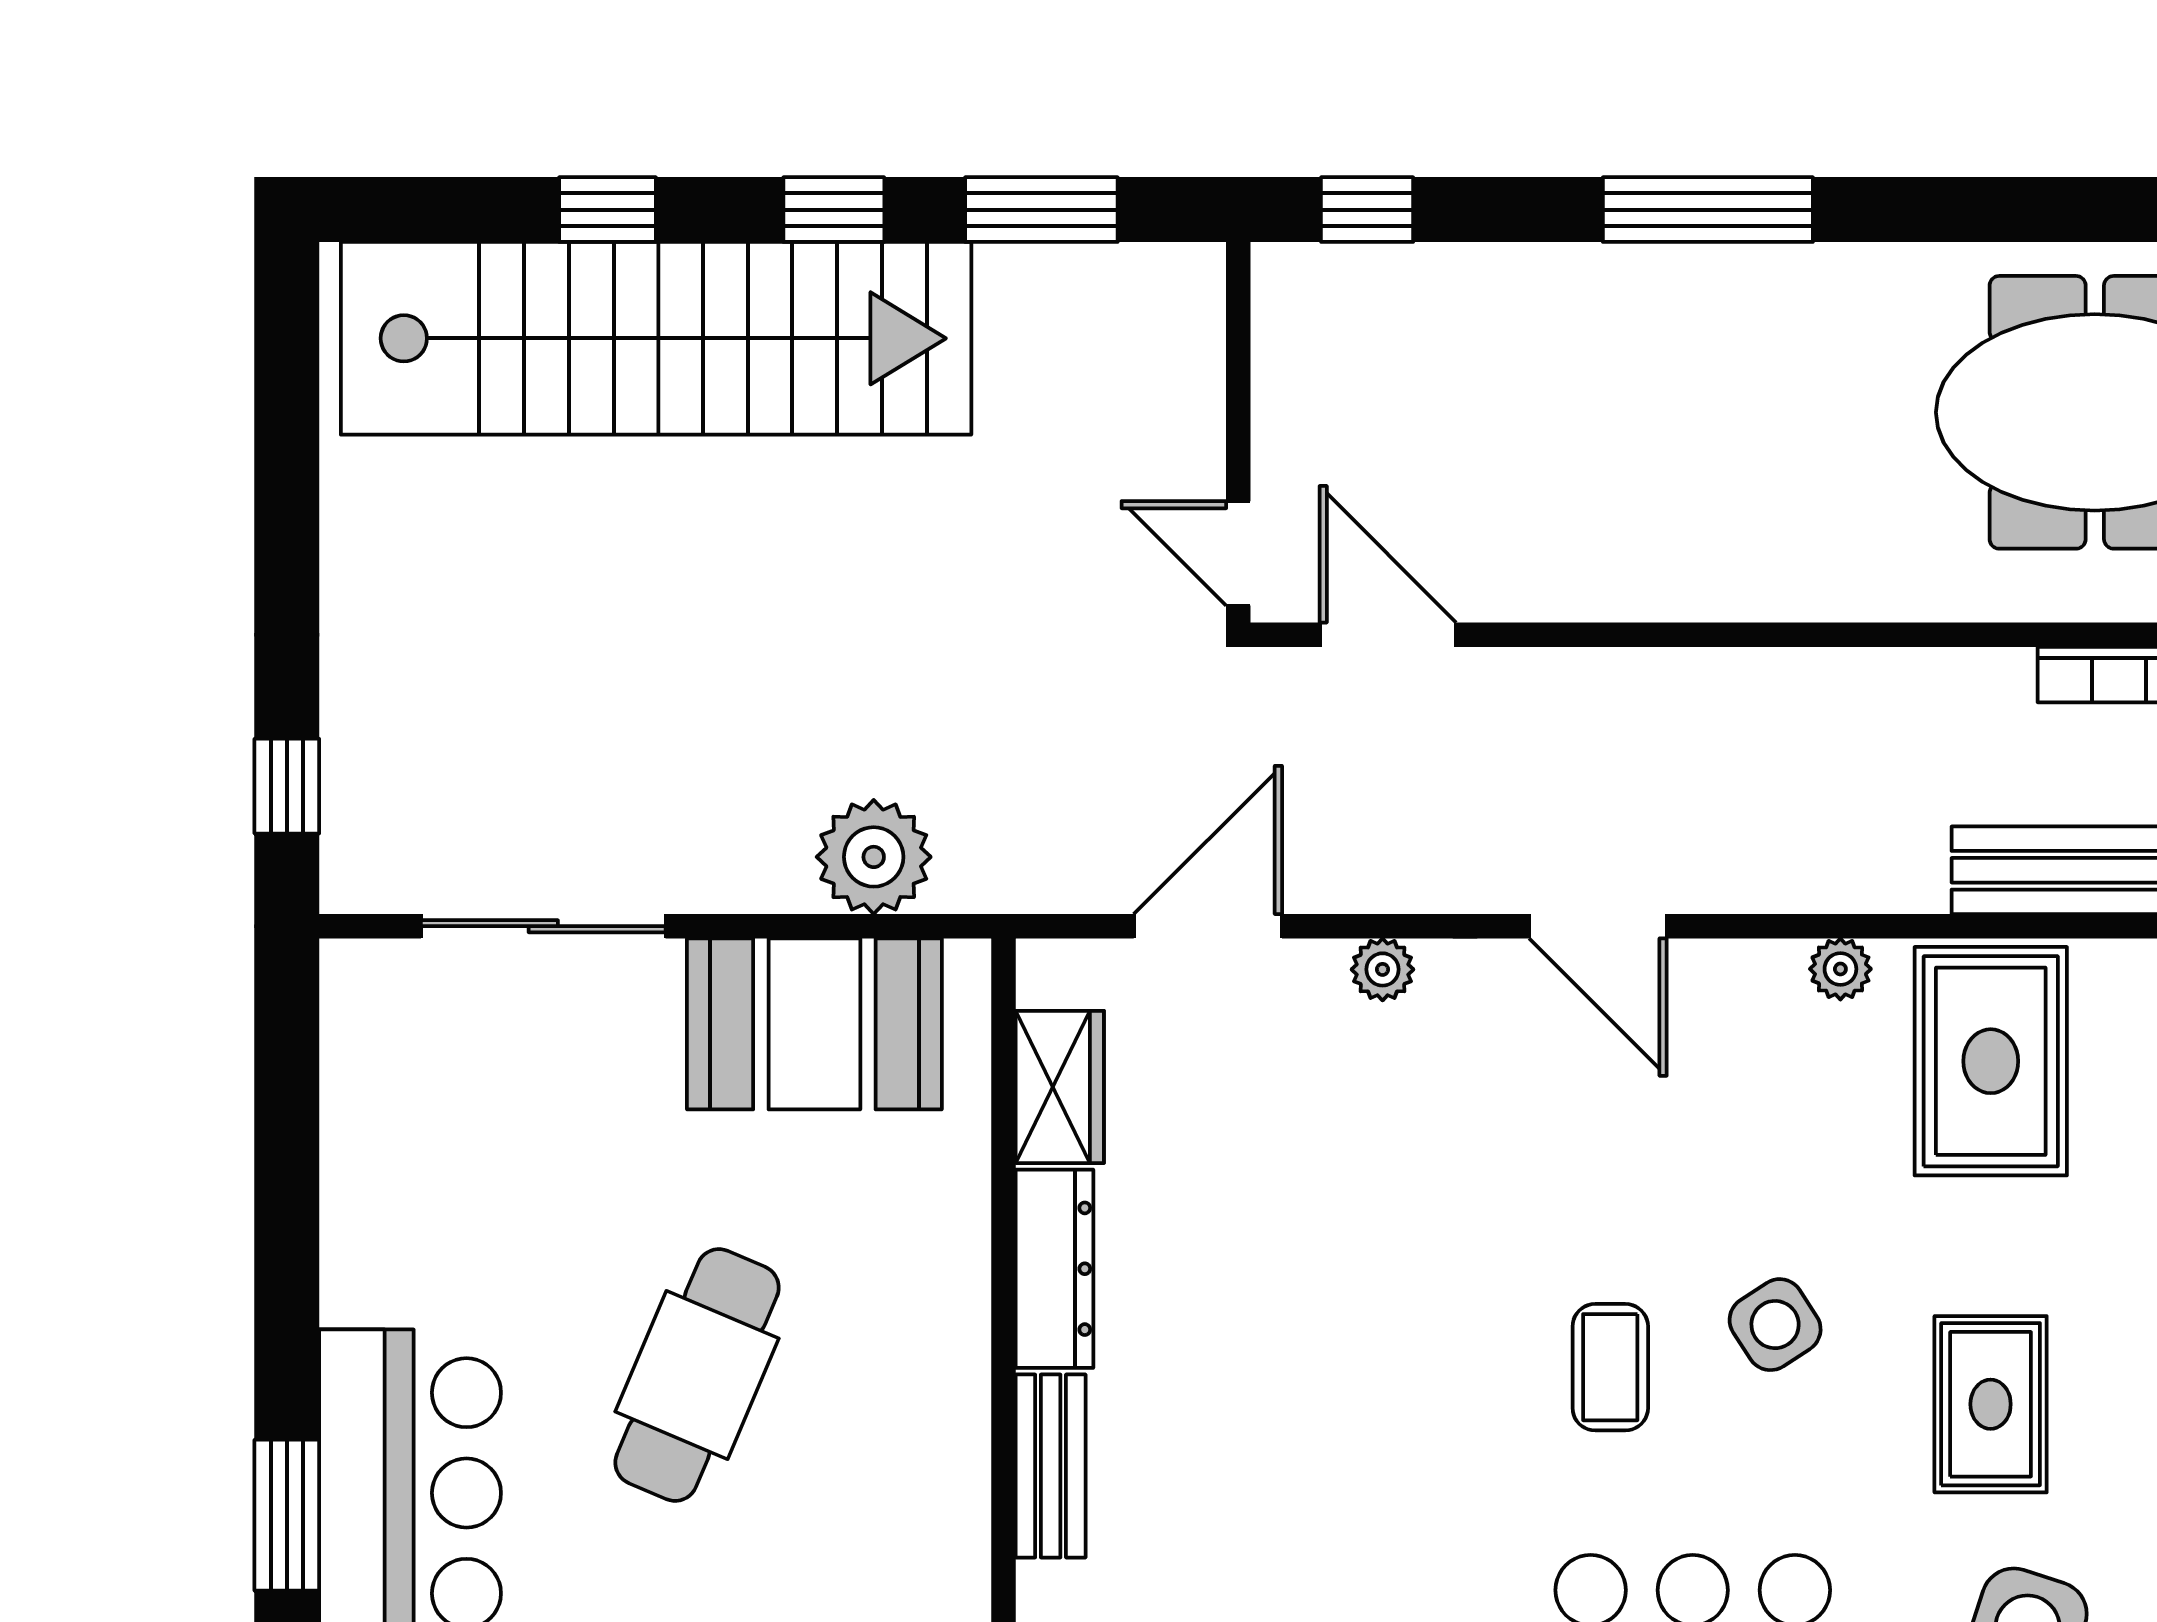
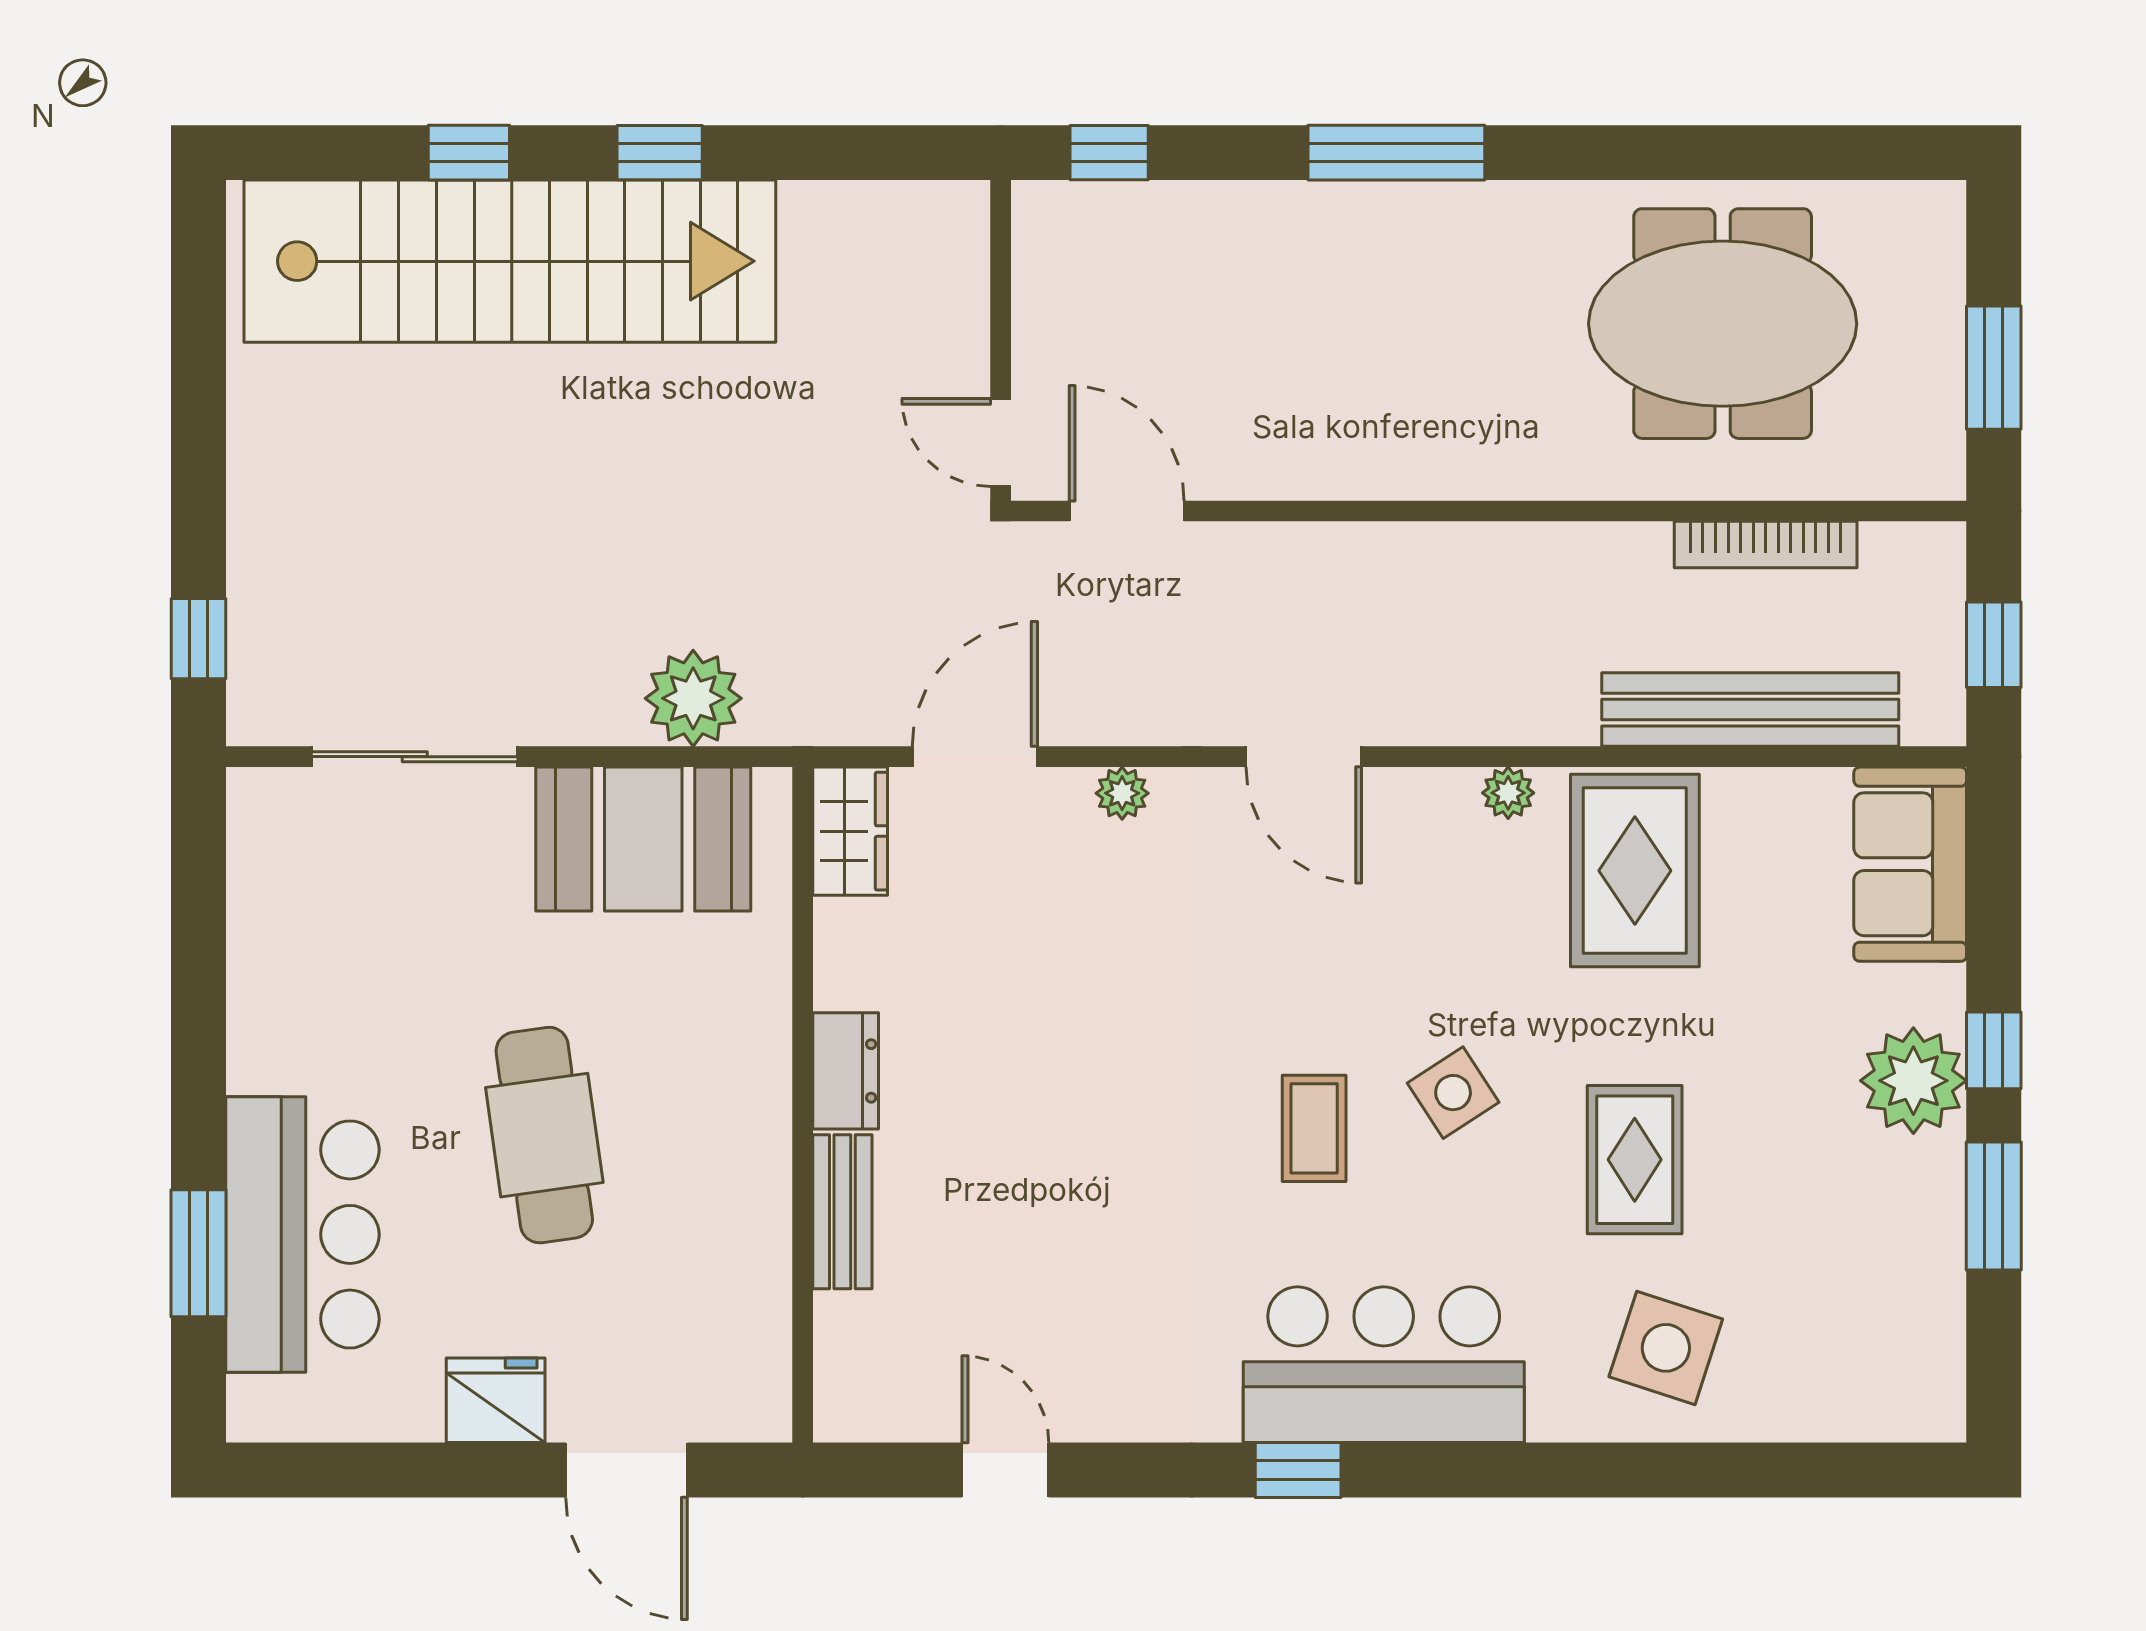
window: (1041, 210) -> (835, 153), removed
wardrobe: (1060, 1087) -> (850, 831), moved
dresser: (1054, 1269) -> (846, 1071), width x0.70
cafe table: (697, 1375) -> (544, 1135), turned -31

